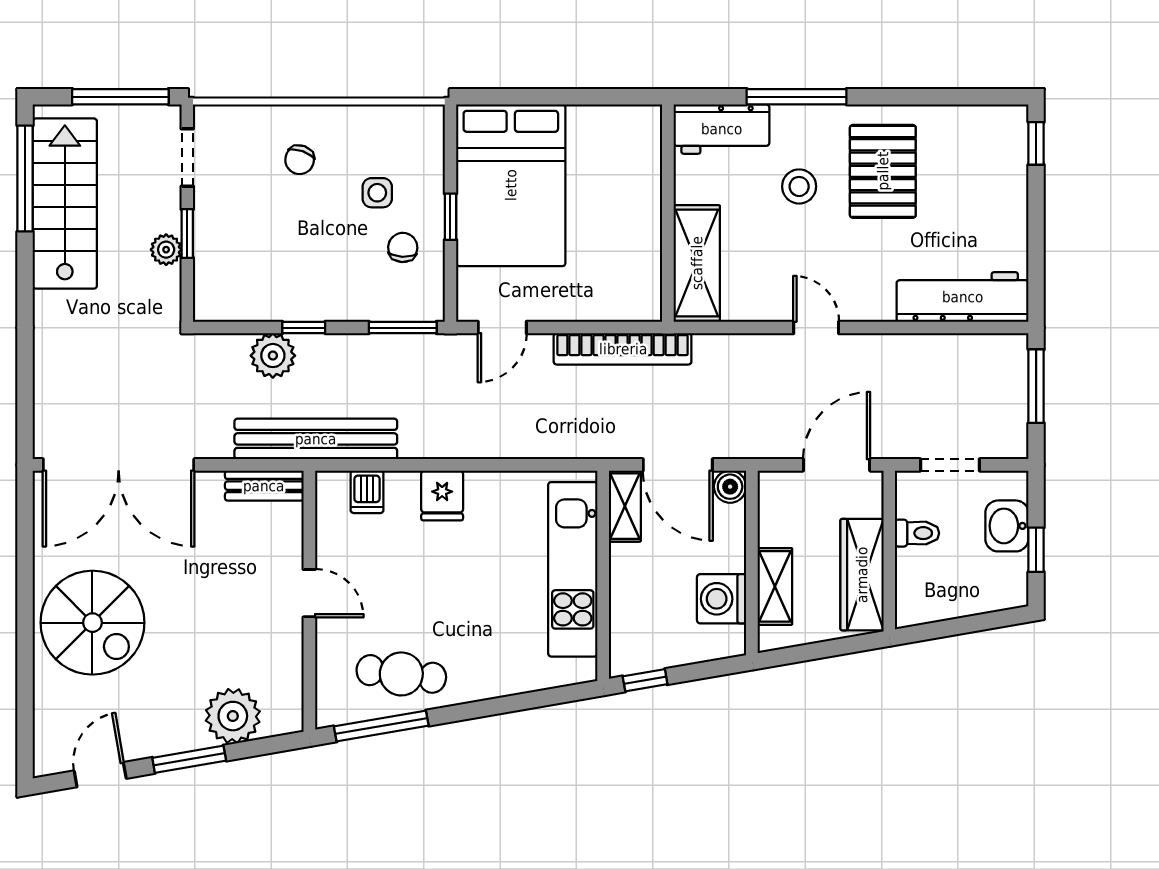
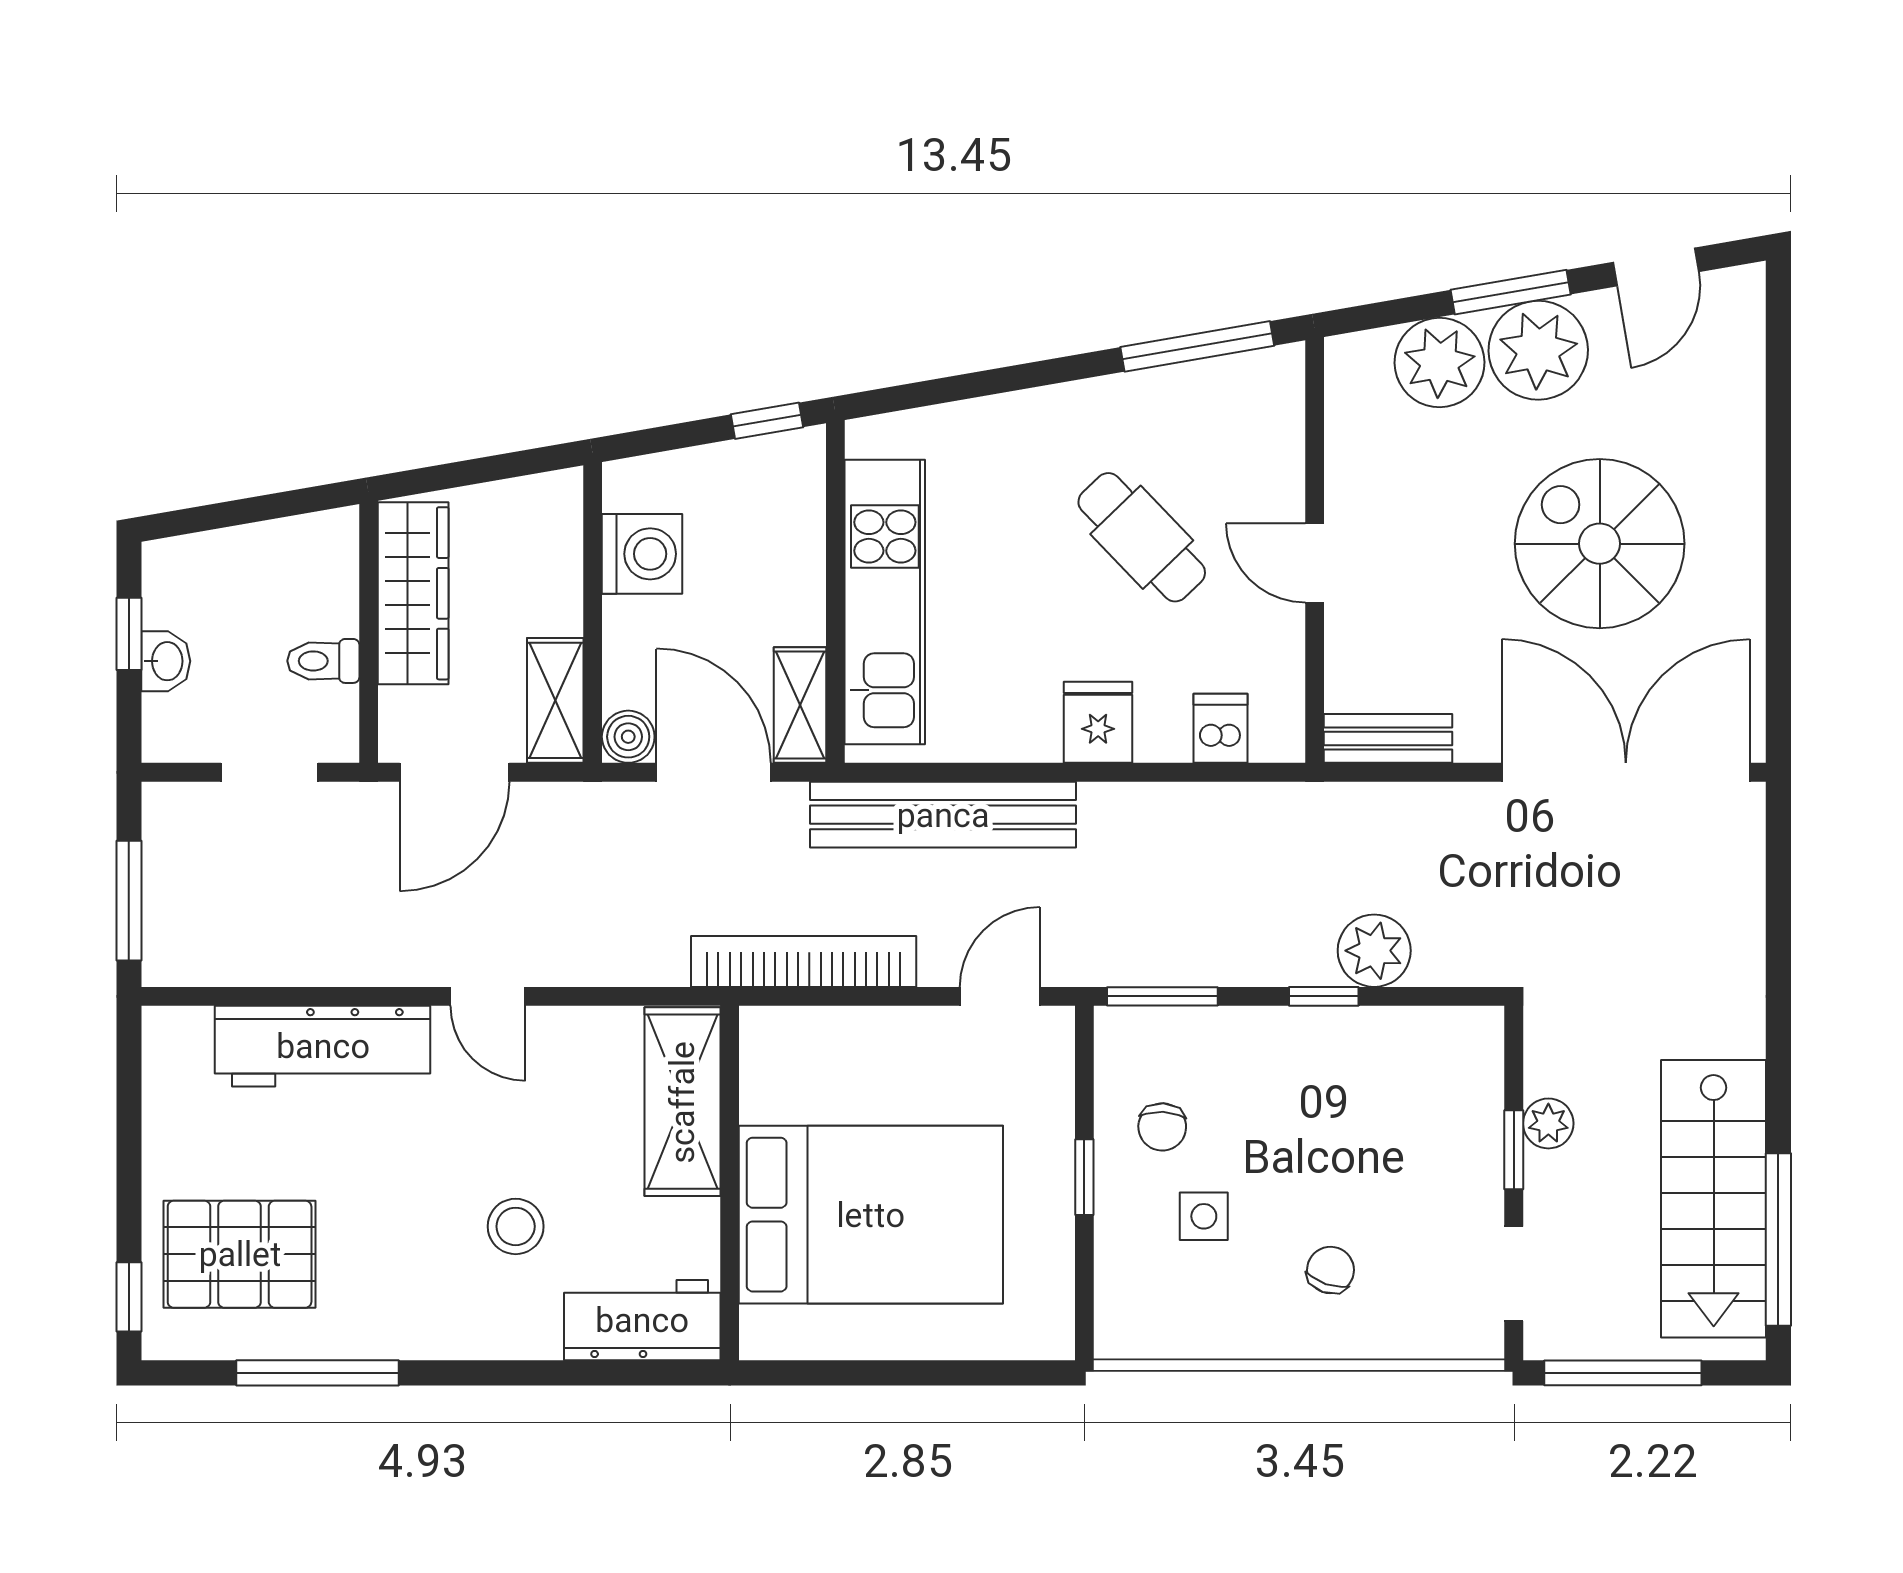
window: (797, 97) -> (317, 1373), moved
pallet: (883, 171) -> (240, 1254), moved, turned 90
bed: (511, 185) -> (871, 1215), moved, turned 90
workbench: (963, 297) -> (323, 1046), moved
bench: (316, 439) -> (943, 815), moved
washbasin: (1007, 526) -> (166, 661), width x0.72, depth x0.69
shelving: (775, 586) -> (555, 700), moved
spiral stairs: (92, 623) -> (1600, 544), moved
cafe table: (401, 674) -> (1142, 537), moved, turned 39
plant: (172, 724) -> (1538, 350), added

